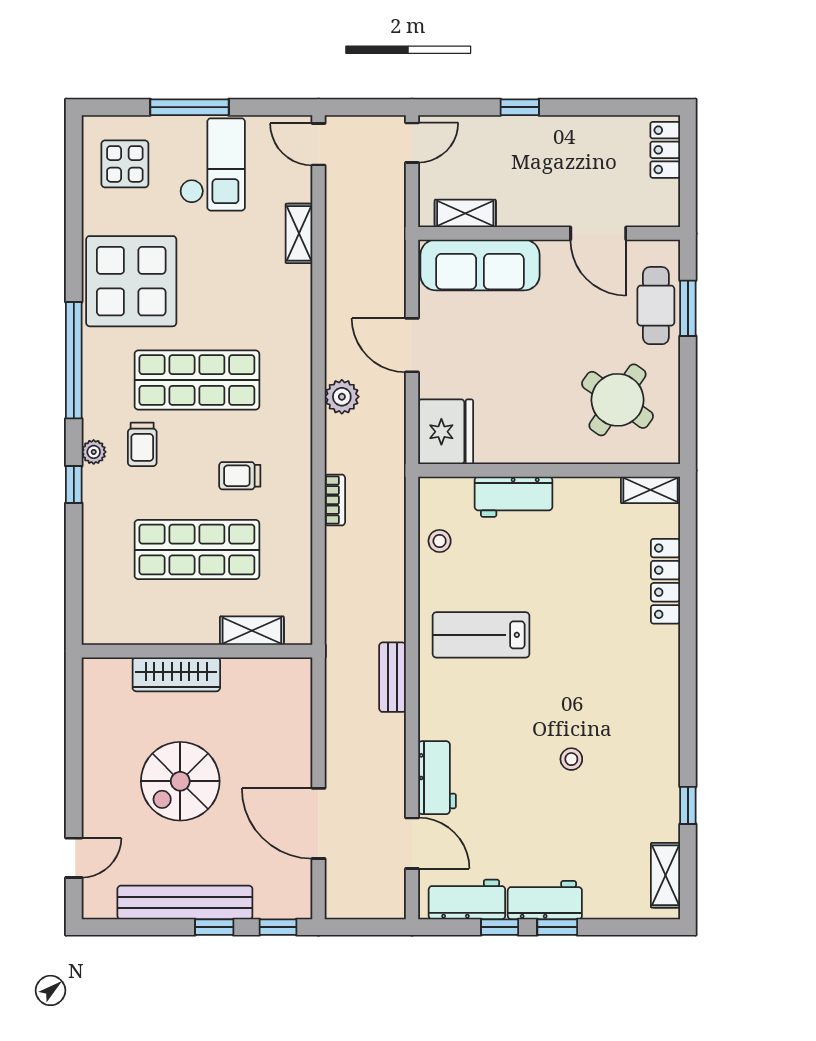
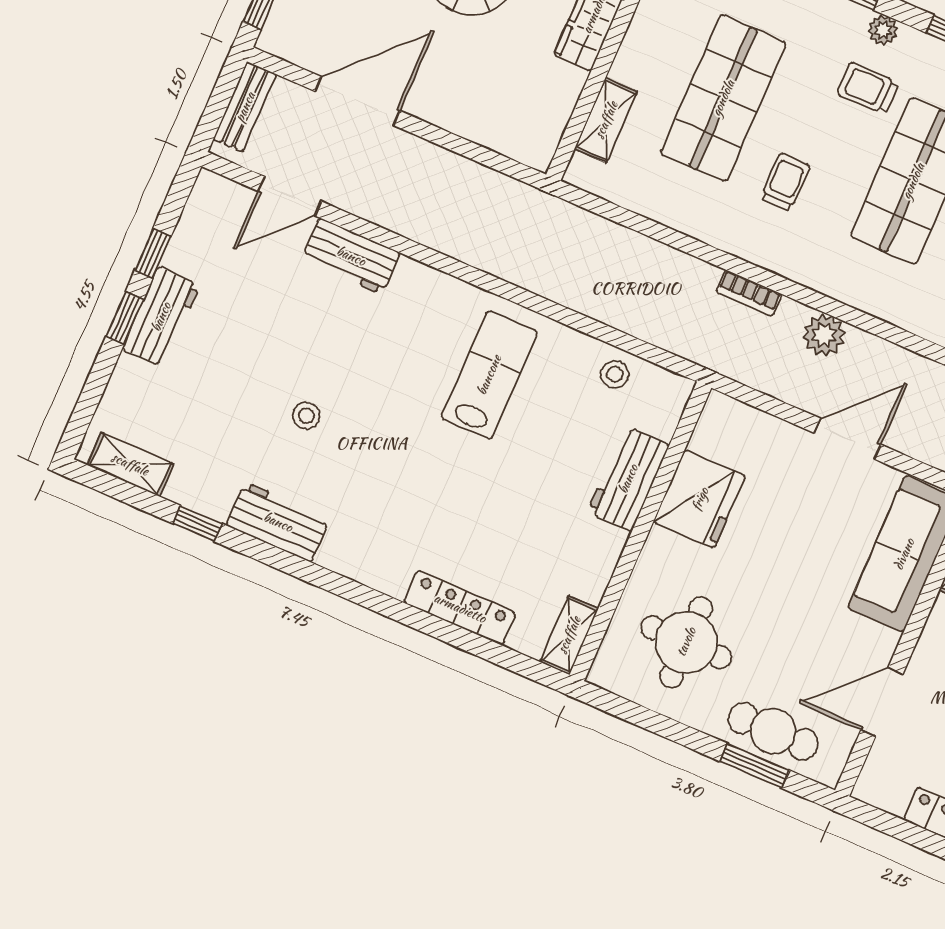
round table: (617, 400) -> (686, 642), turned -35
fridge: (446, 432) -> (700, 499), moved, turned -90
bookcase: (335, 500) -> (749, 293), moved
bench: (392, 677) -> (245, 107), moved, turned 90
workbench: (467, 899) -> (278, 522), moved, turned -90

